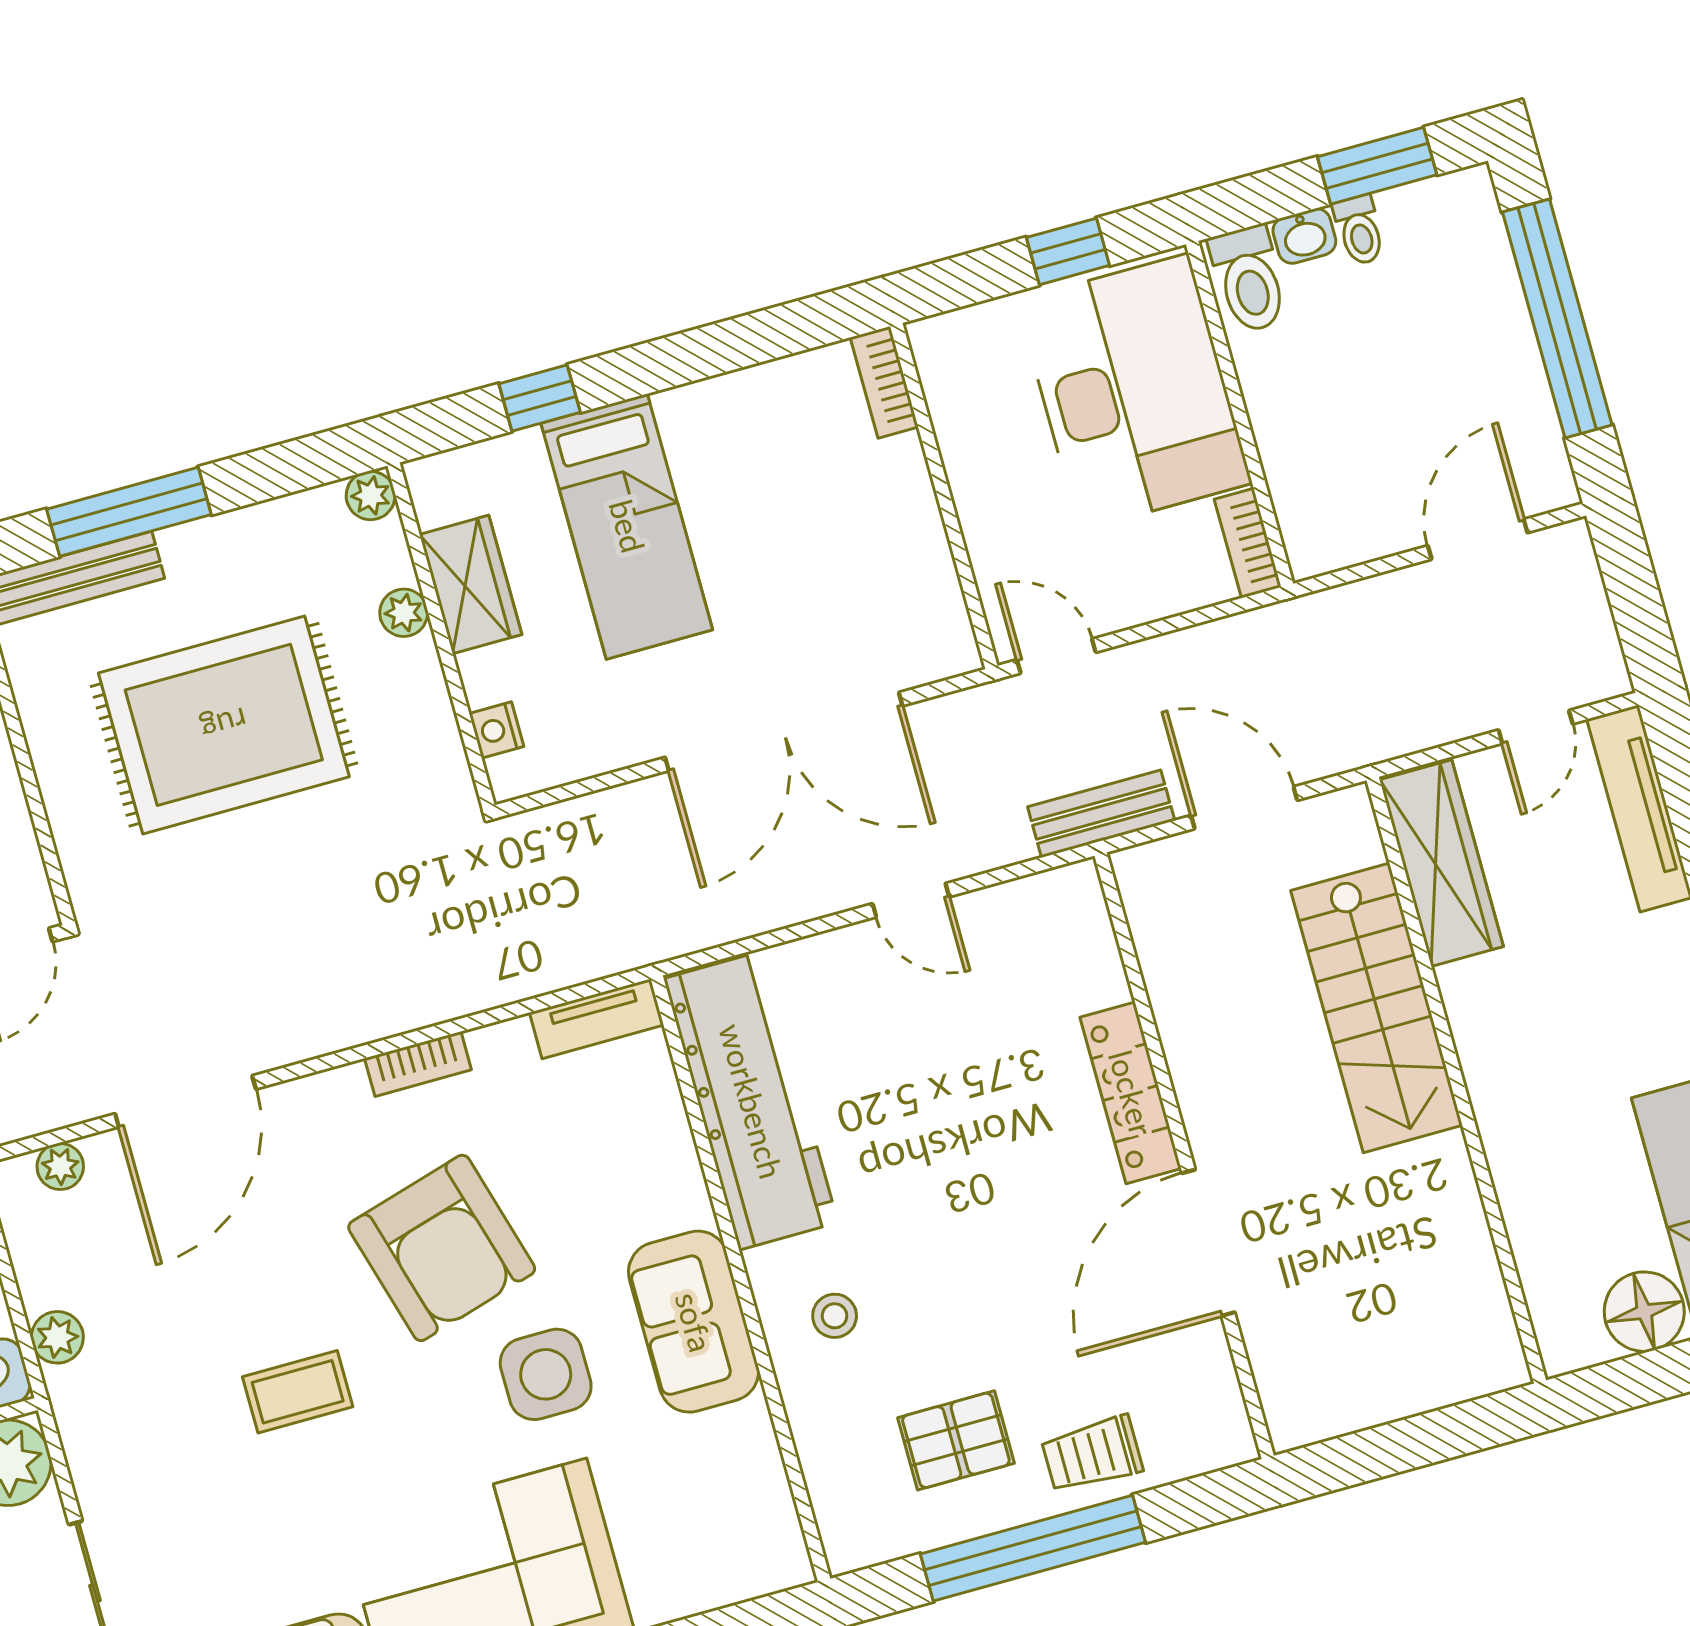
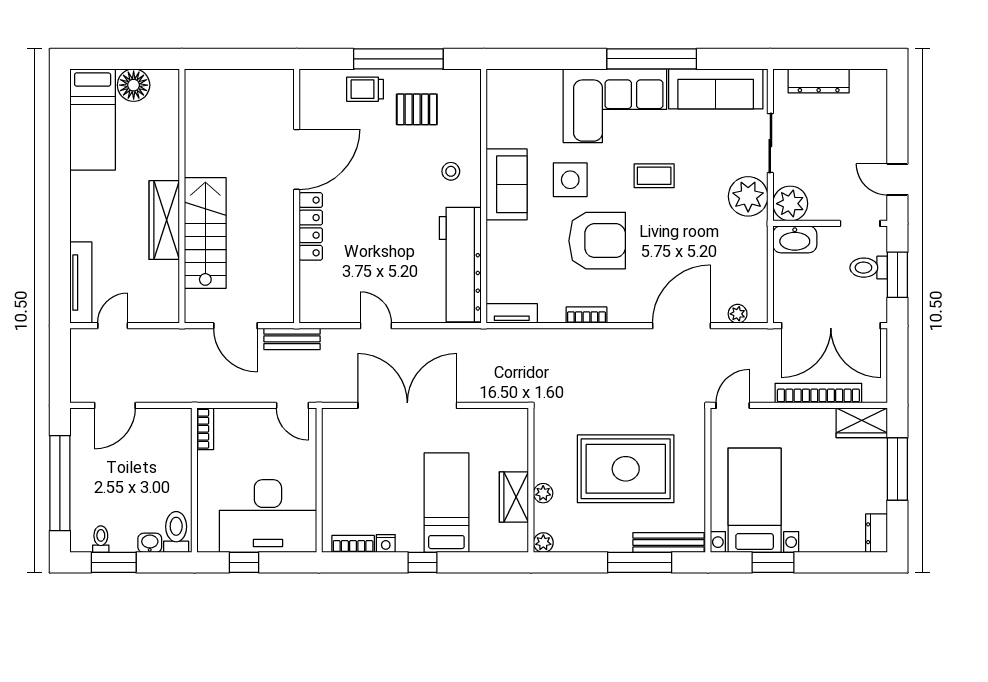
toilet: (1359, 230) -> (101, 539), moved
bookcase: (884, 382) -> (353, 544), moved, turned -90
desk: (1134, 392) -> (268, 516), moved, turned -90
window: (540, 398) -> (422, 562), moved
nightstand: (496, 730) -> (386, 544), moved, turned 90
wardrobe: (1441, 863) -> (164, 220), moved
armchair: (442, 1248) -> (597, 241), turned 106
plant: (57, 1337) -> (748, 196), moved, width x1.87, depth x1.87
coffee table: (298, 1392) -> (654, 176), moved
trolley: (1092, 1454) -> (365, 89), turned 180

